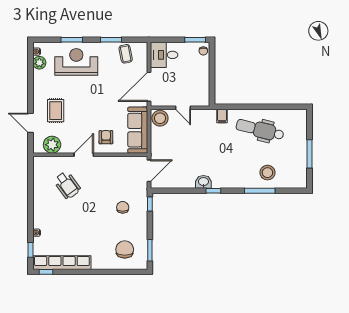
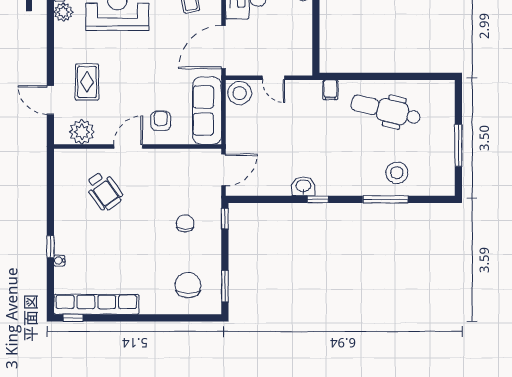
window: (31, 250) -> (50, 247), moved

